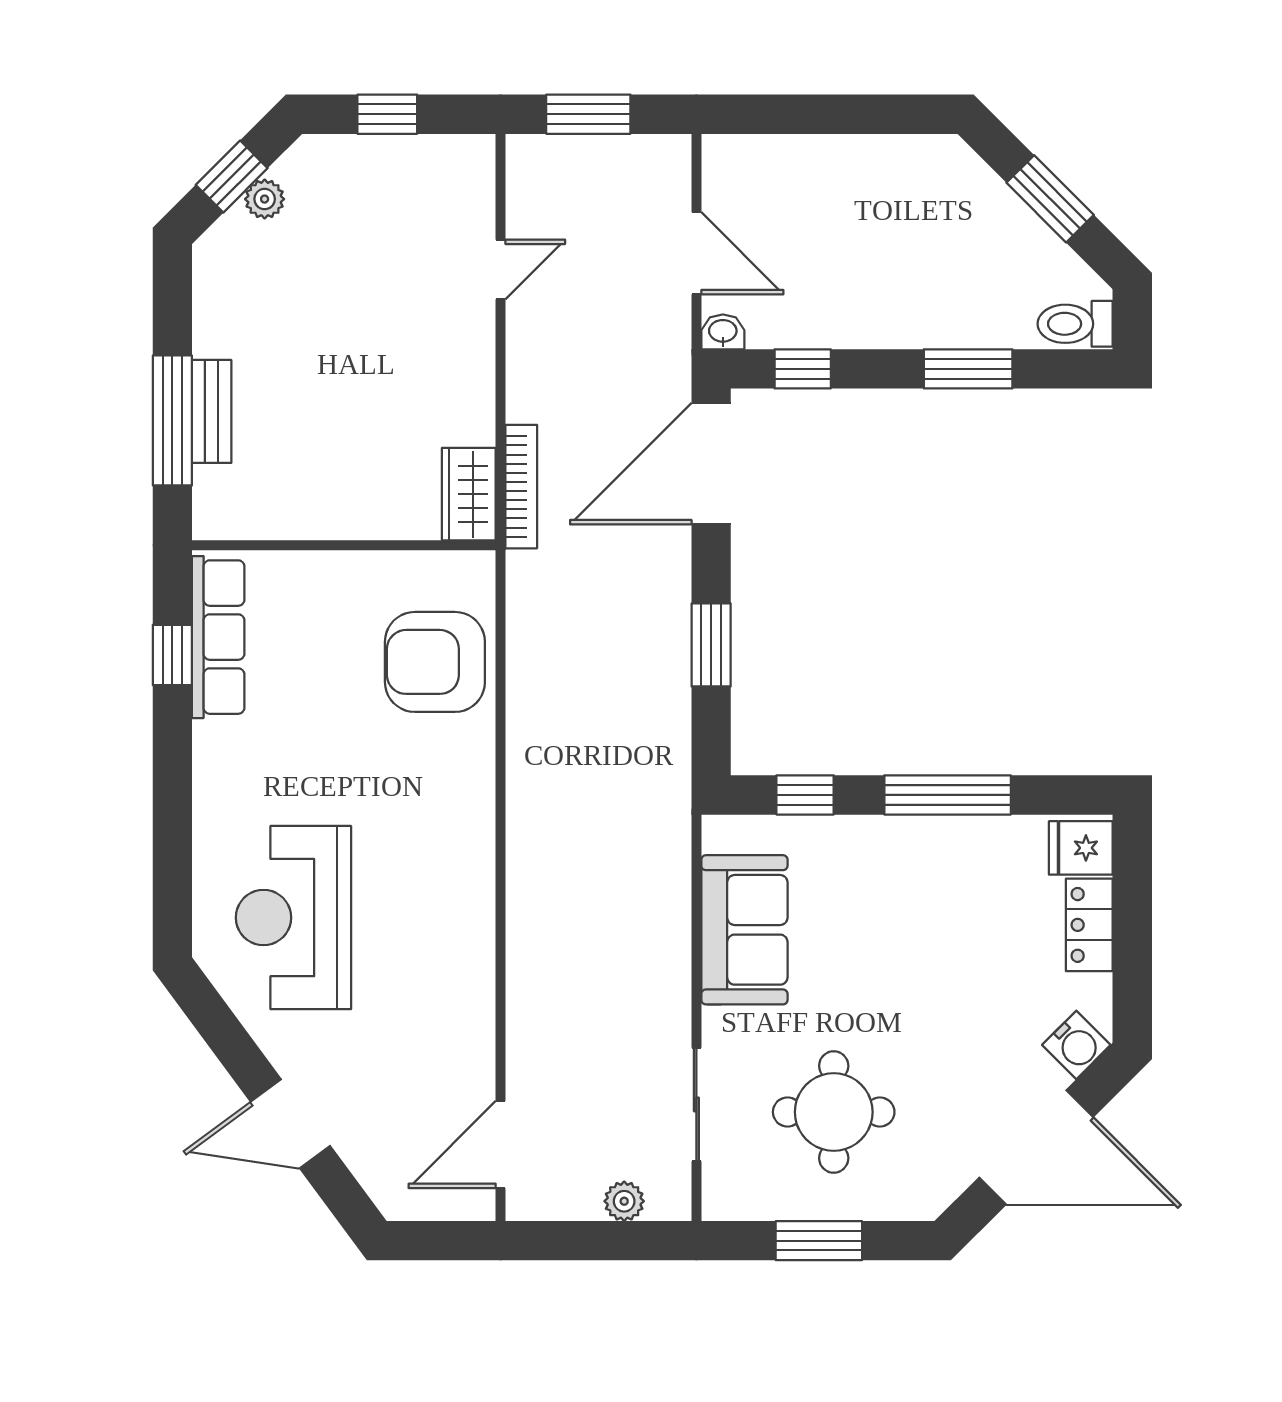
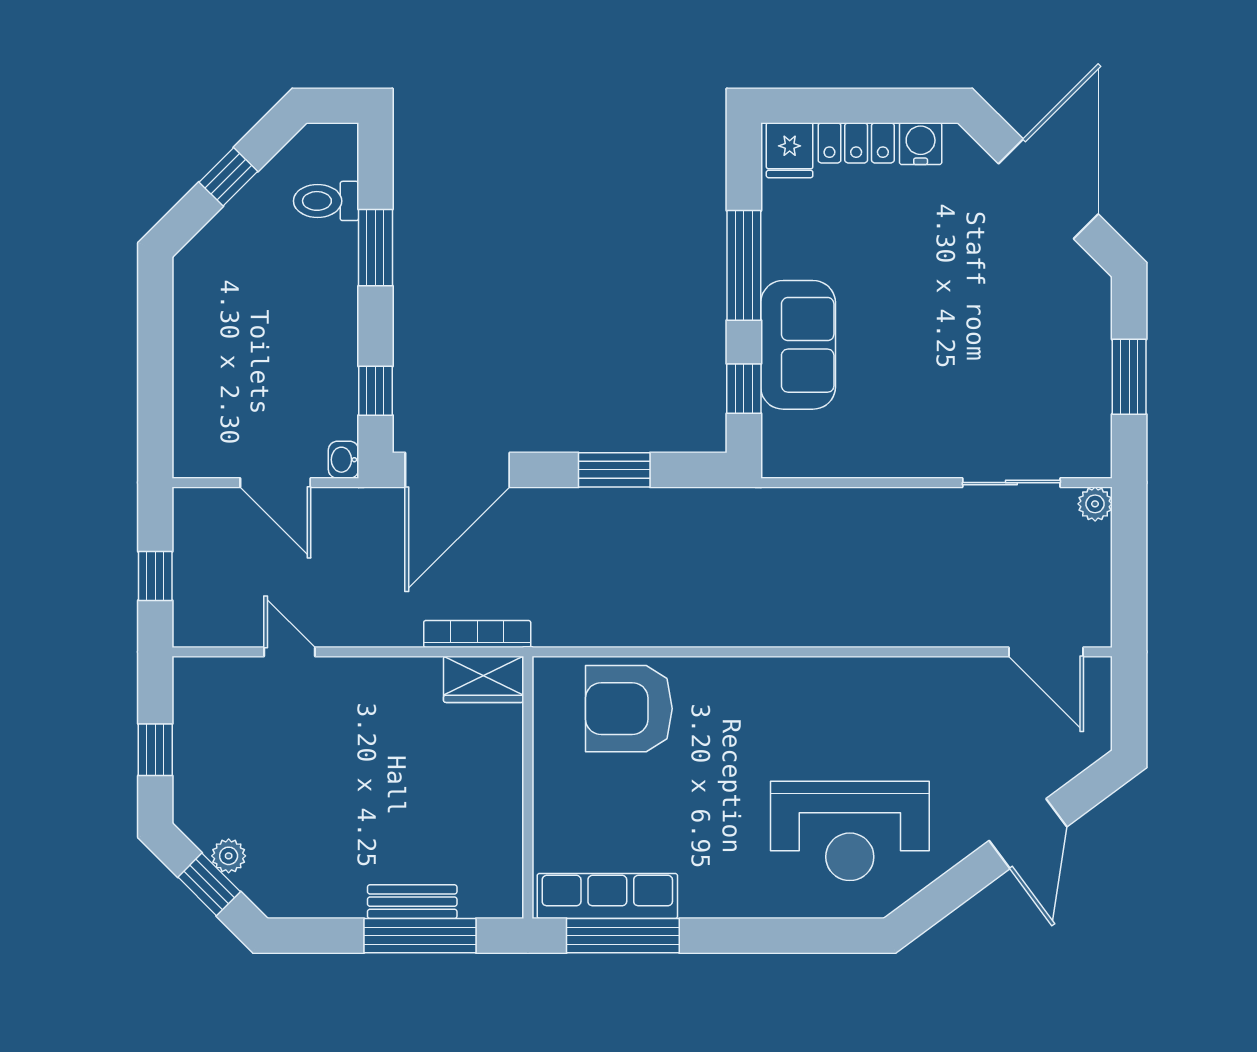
window: (588, 114) -> (155, 576), width x0.67
window: (1050, 199) -> (228, 177), width x0.67
door: (696, 253) -> (275, 483), swing flipped
toilet: (1075, 324) -> (326, 201), moved, turned 90
door: (711, 464) -> (457, 470), hinge flipped
window: (172, 655) -> (623, 936), width x2.17
armchair: (435, 662) -> (629, 709), turned 90
sofa: (744, 930) -> (798, 345), moved, turned 90
water cooler: (1076, 1045) -> (921, 144), moved, turned -45
round table: (834, 1112) -> (1018, 364), removed
plant: (624, 1201) -> (1095, 504), moved

